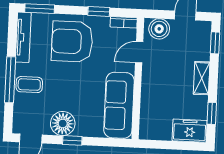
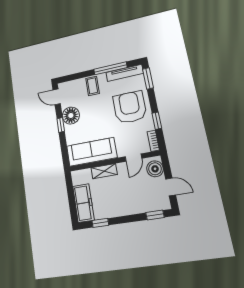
door: (139, 52) -> (133, 158), swing flipped
shelving: (202, 78) -> (104, 171), moved
window: (10, 80) -> (110, 68), moved
freezer: (190, 131) -> (83, 203), width x1.40

